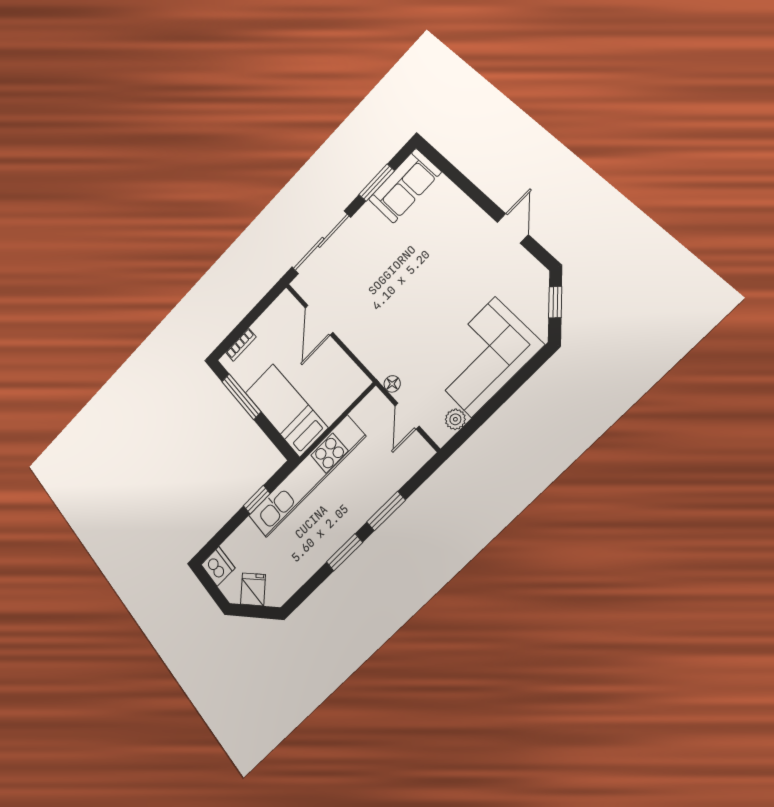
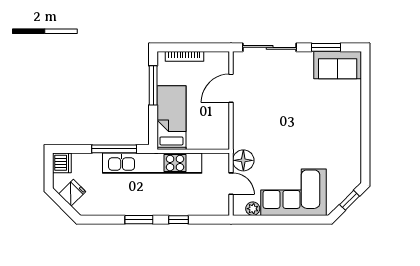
door: (513, 228) -> (365, 145), removed
bookcase: (241, 345) -> (184, 56), width x1.56
floor lamp: (392, 384) -> (243, 160), width x1.89, depth x1.89
door: (407, 416) -> (231, 184), swing flipped
window: (257, 500) -> (114, 149), width x2.17
window: (386, 511) -> (178, 220), width x0.67

